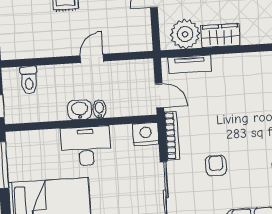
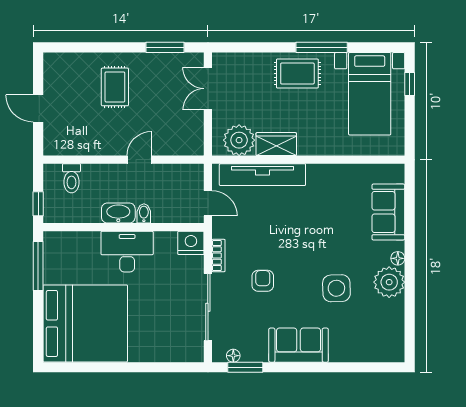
tv unit: (190, 64) -> (262, 175), width x1.92, depth x1.29
washbasin: (80, 110) -> (118, 213), width x1.38
bookcase: (172, 136) -> (218, 256), width x0.64

